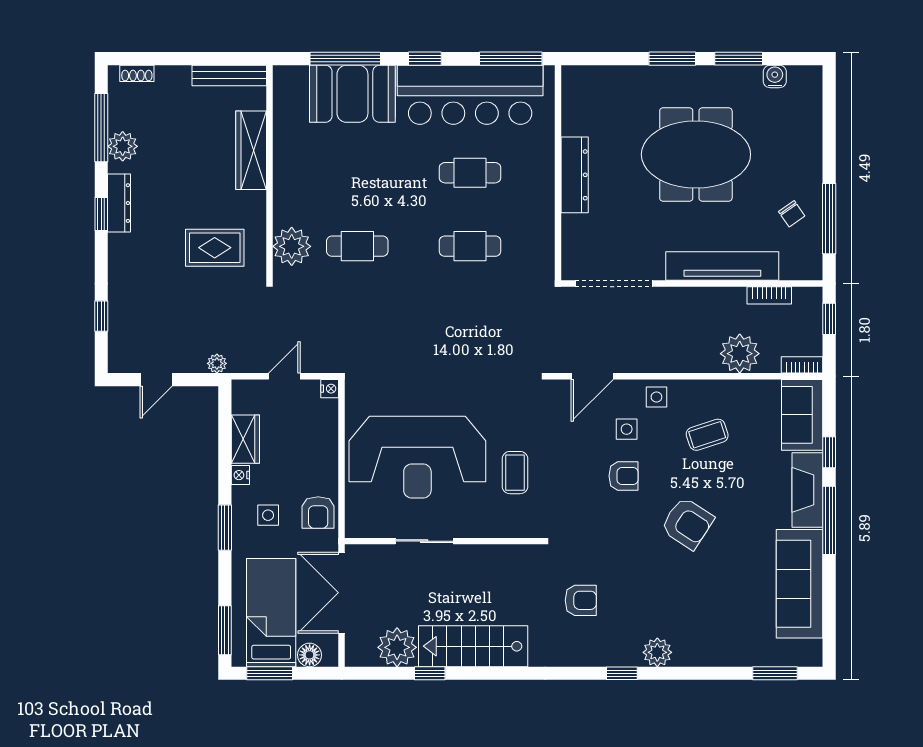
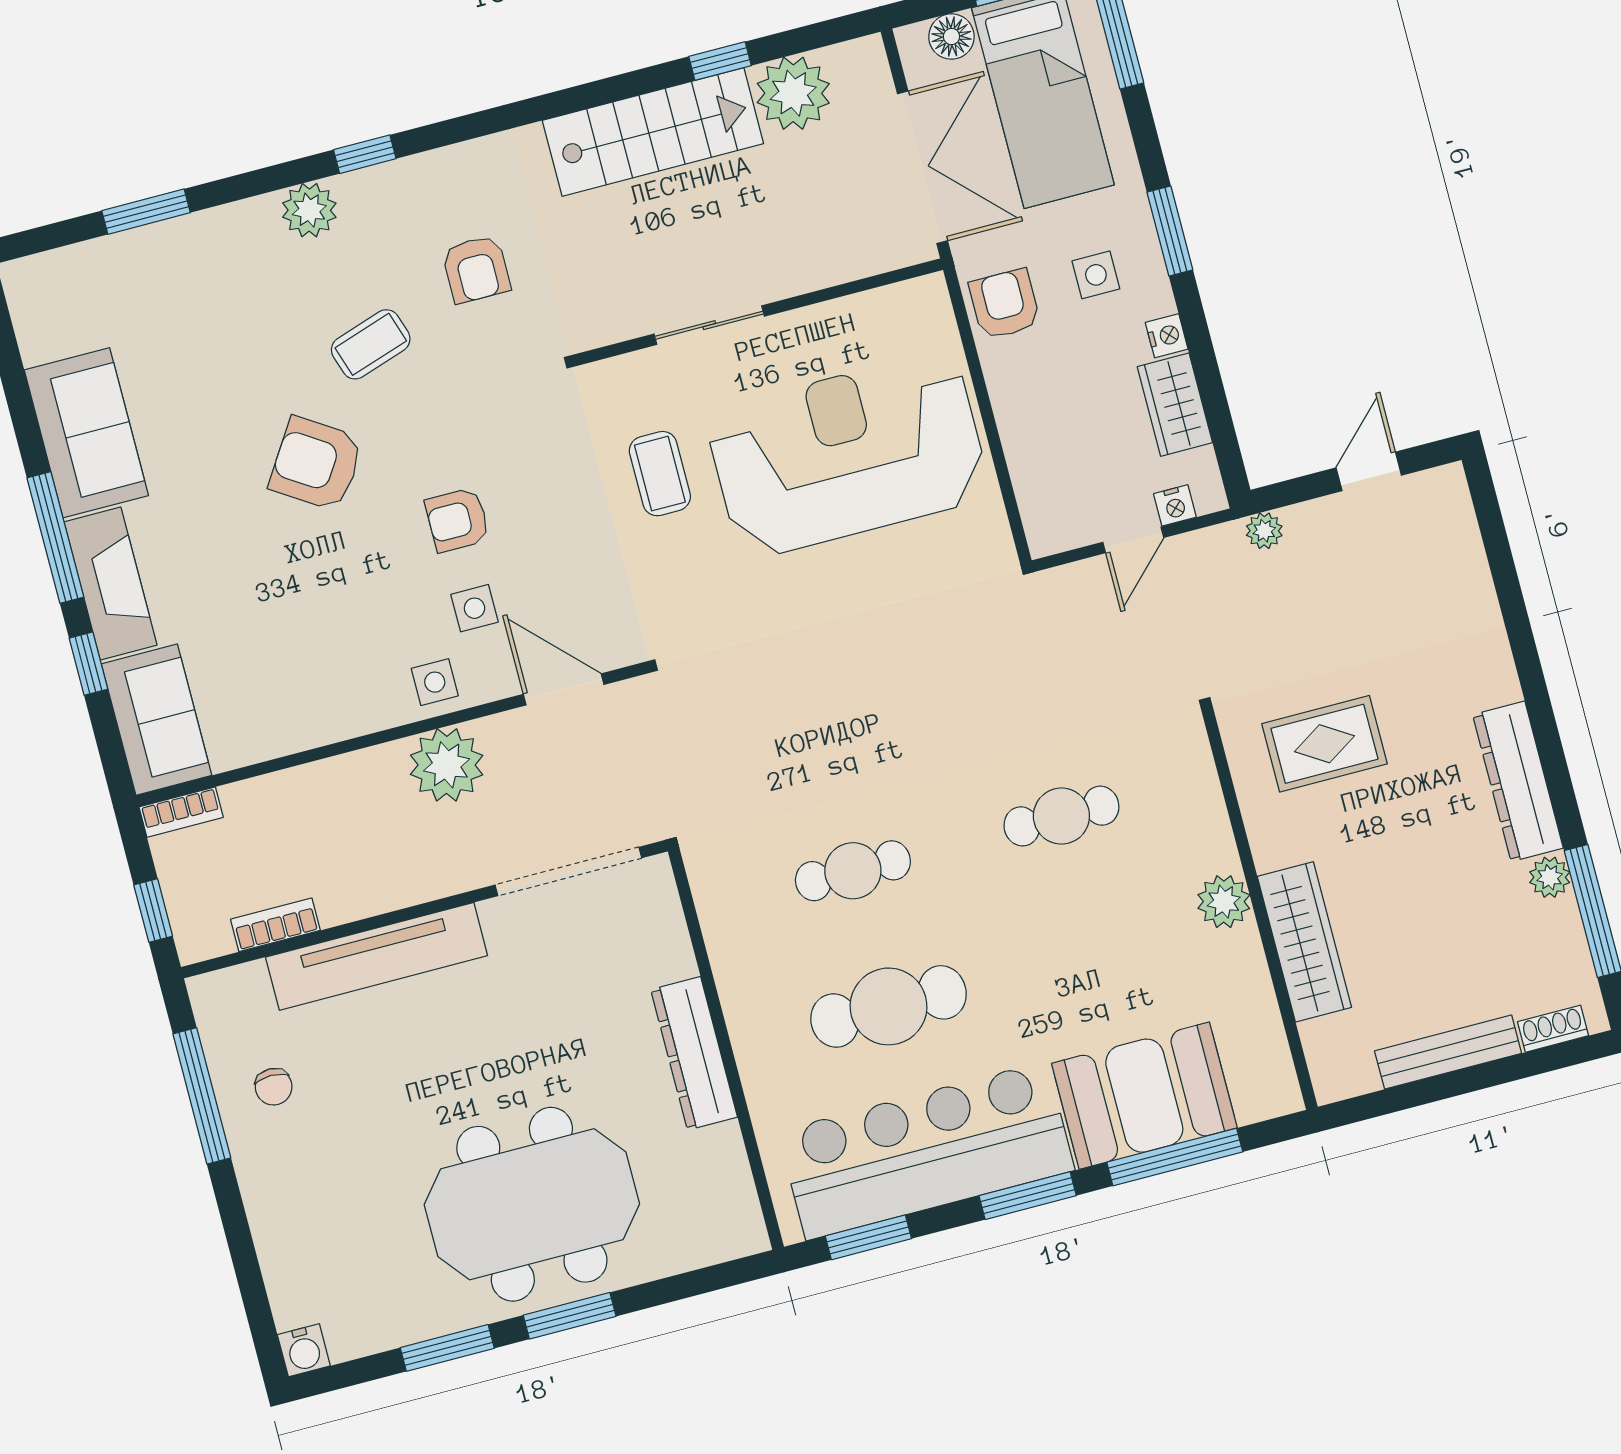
window: (425, 59) -> (1028, 1196), width x1.50
window: (511, 59) -> (868, 1237), width x0.69
bench: (229, 75) -> (1448, 1052), moved
water cooler: (775, 76) -> (304, 1350), moved
plant: (123, 146) -> (1550, 877), width x0.73, depth x0.73
meeting table: (696, 154) -> (532, 1204), moved
cafe table: (470, 173) -> (889, 1006), width x1.37, depth x1.35
dresser: (119, 203) -> (1518, 781), width x1.37, depth x1.24
window: (101, 214) -> (1551, 751), removed
chair: (792, 214) -> (274, 1087), turned -145
plant: (292, 246) -> (1224, 902), moved, width x0.73, depth x0.73
window: (101, 316) -> (1501, 562), removed
plant: (740, 354) -> (447, 765), moved
door: (592, 376) -> (564, 689), hinge flipped
nightstand: (330, 389) -> (1175, 505), moved, turned -90
coffee table: (707, 435) -> (371, 344), moved
sliding door: (424, 541) -> (709, 325), moved
sofa: (800, 584) -> (86, 433), width x0.73
armchair: (581, 600) -> (476, 269), turned -90
window: (775, 673) -> (146, 212), moved

